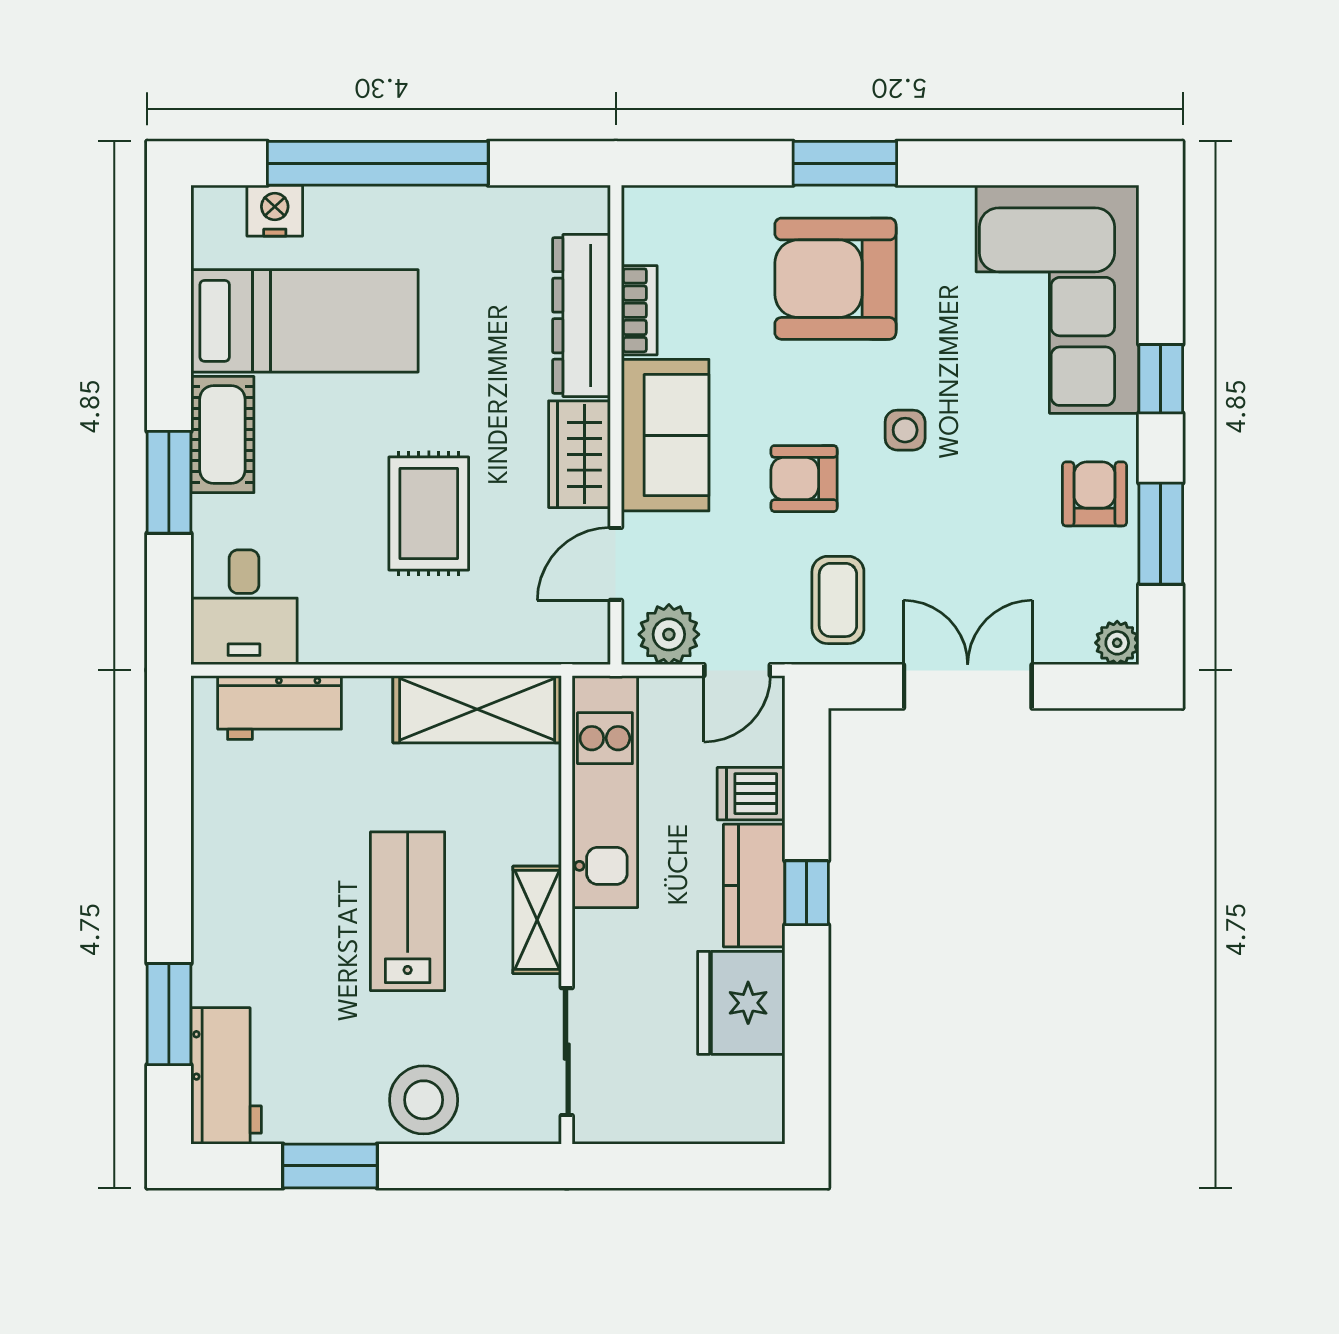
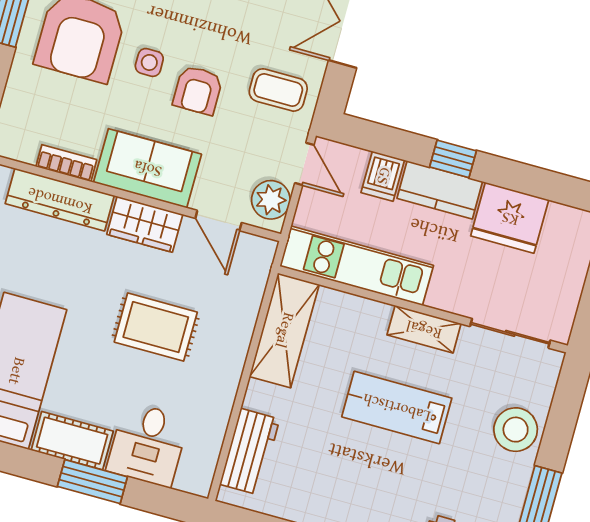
side table: (905, 430) -> (149, 62), moved
desk: (244, 607) -> (148, 444), moved, turned 90

